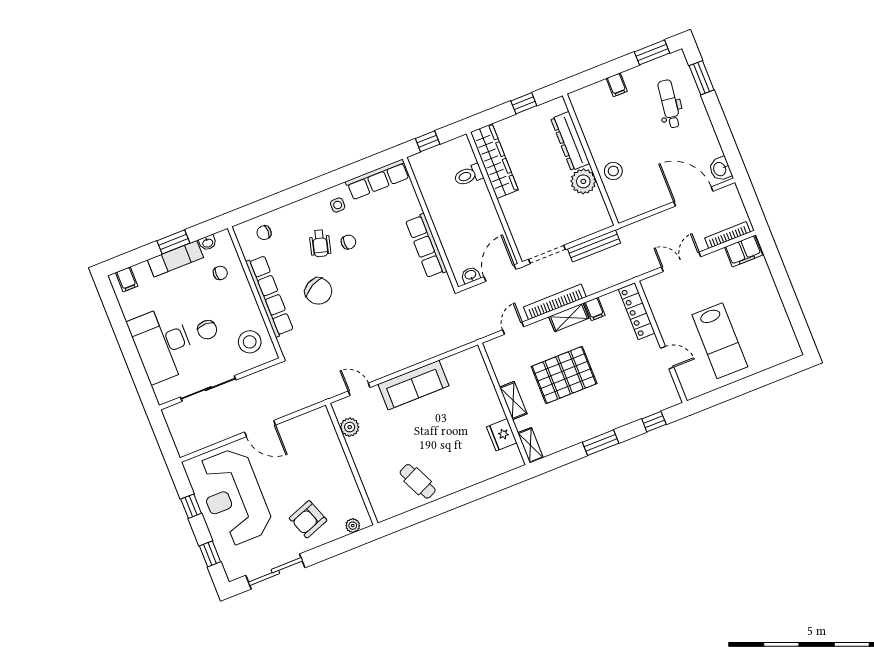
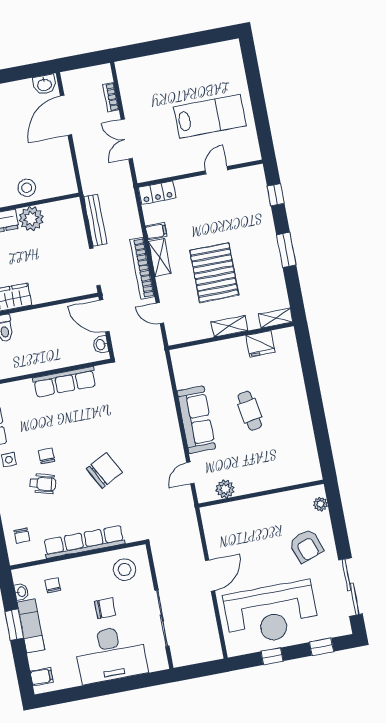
bookcase: (727, 235) -> (111, 97), width x0.64
filing cabinet: (744, 251) -> (128, 77), removed
chair: (318, 291) -> (104, 470), moved
locker: (637, 311) -> (157, 193), width x0.66
cafe table: (418, 481) -> (250, 411), moved, turned -74

